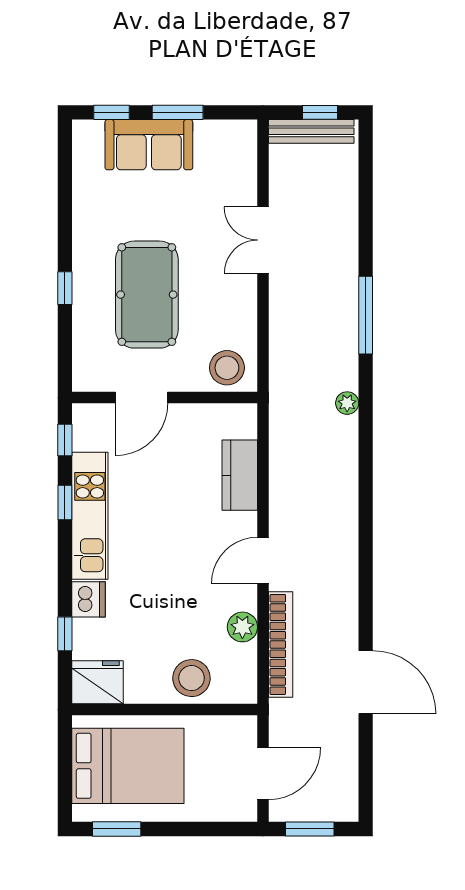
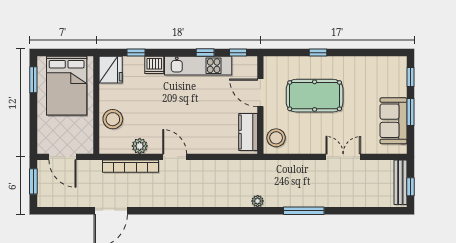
sofa: (149, 145) -> (393, 121), moved
kitchen counter: (240, 475) -> (248, 132), moved, turned -90

